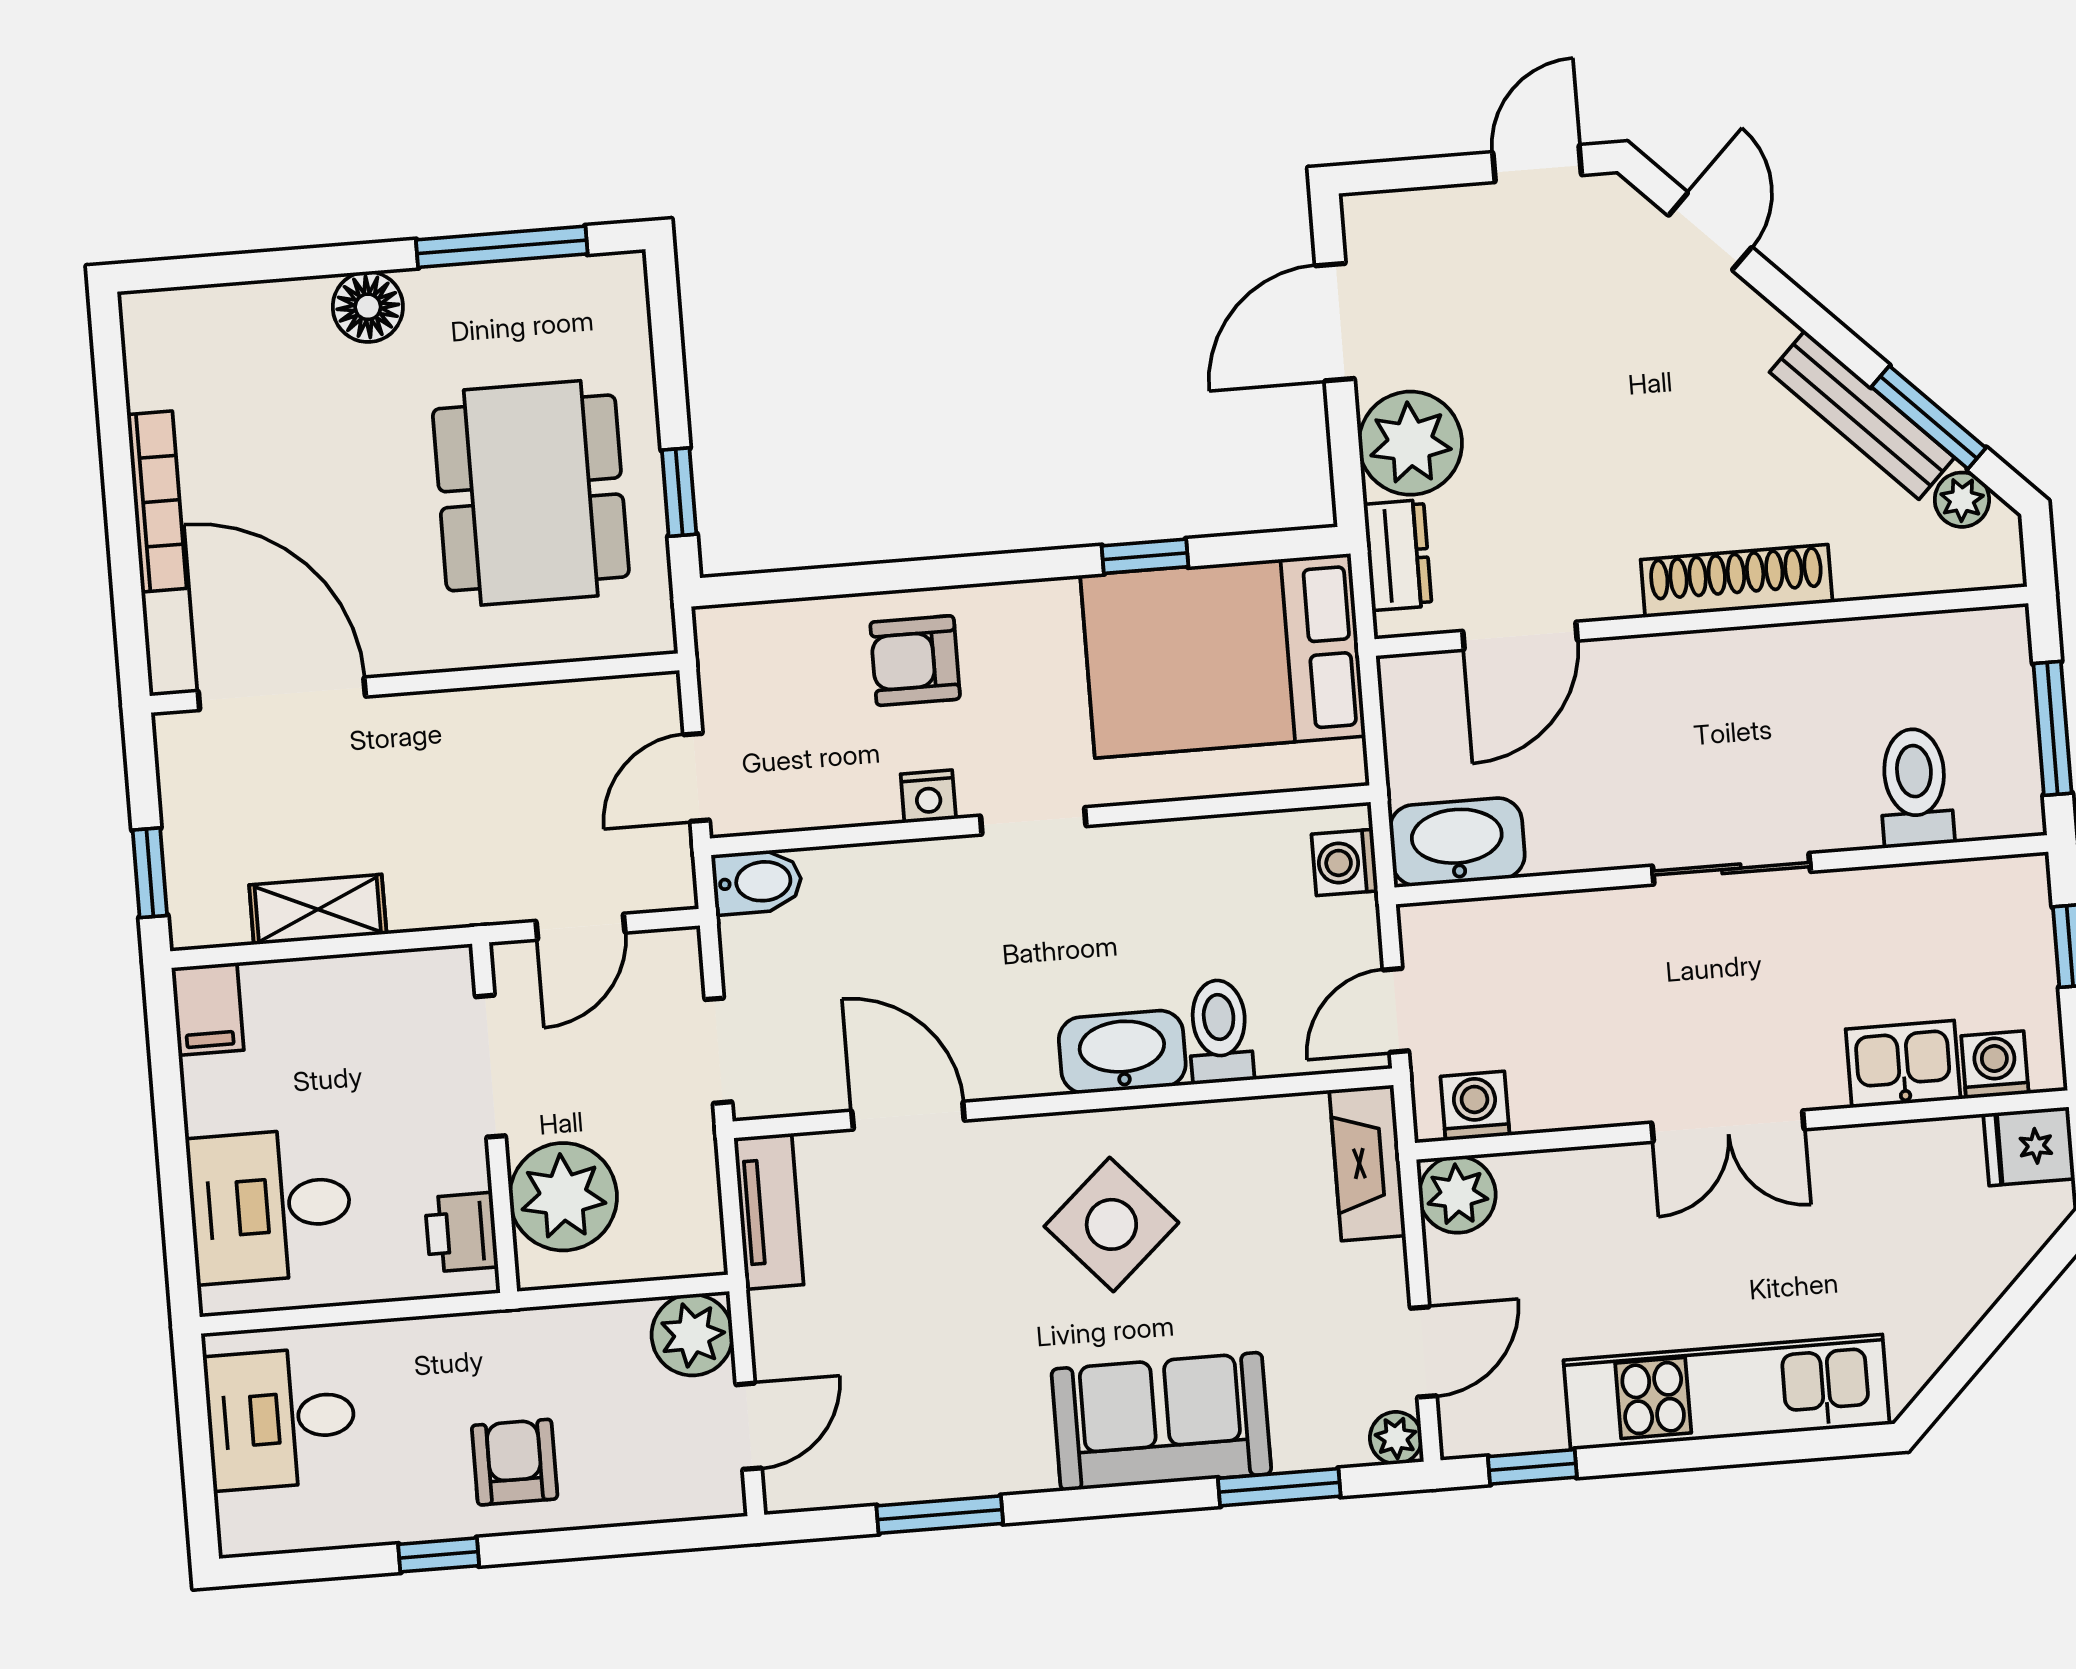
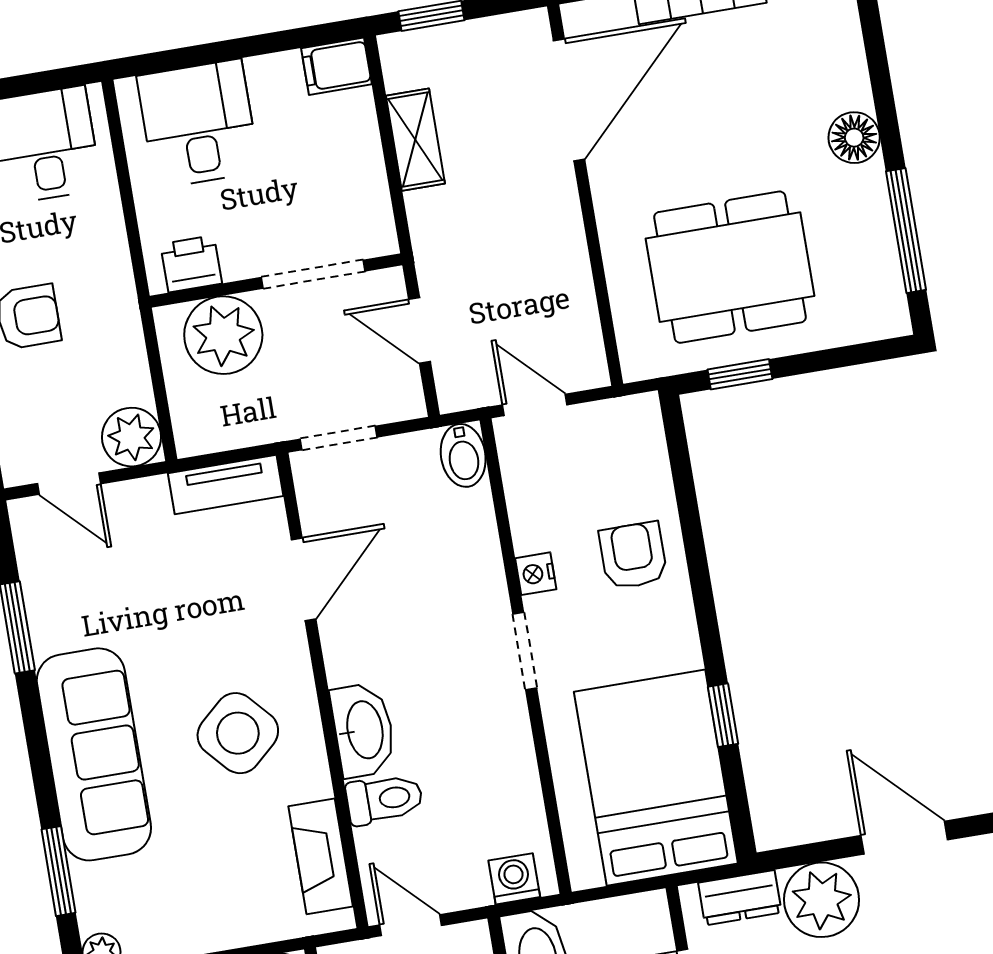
fireplace: (1367, 1163) -> (321, 856), moved, turned -90
sofa: (1161, 1422) -> (94, 754), width x1.36

